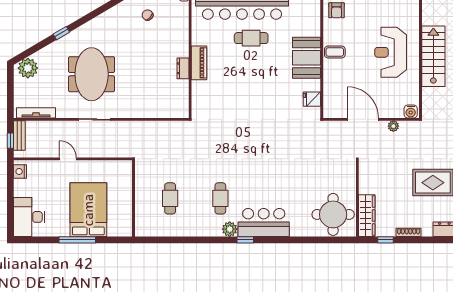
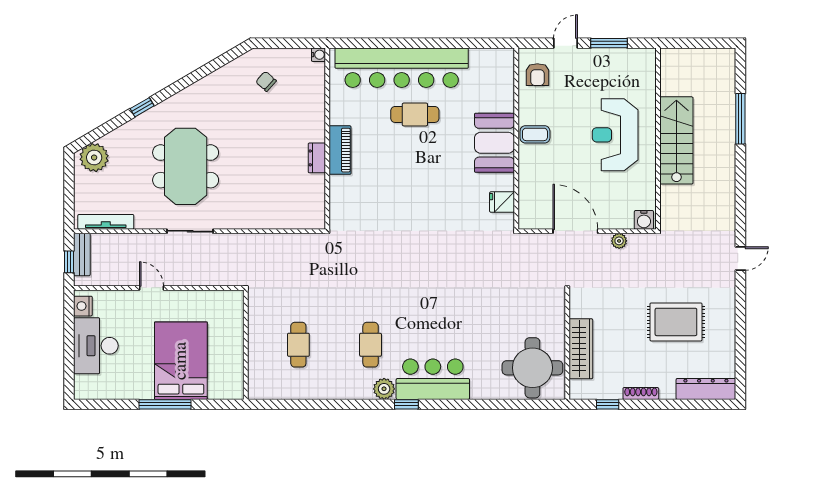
wardrobe: (367, 216) -> (581, 349), moved
desk: (29, 217) -> (96, 346), moved

